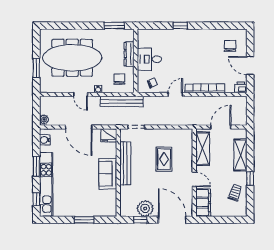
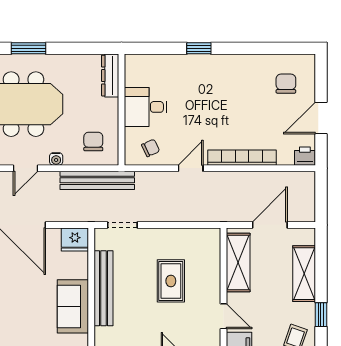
window: (114, 26) -> (29, 48), moved
dresser: (129, 54) -> (110, 76), moved
door: (250, 66) -> (321, 118), hinge flipped
door: (80, 94) -> (25, 168), hinge flipped

